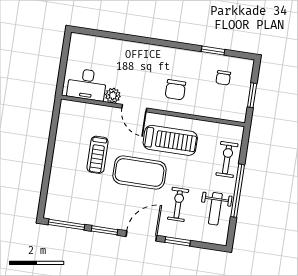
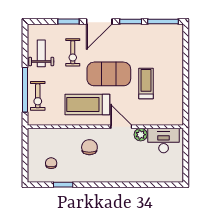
window: (252, 95) -> (25, 152), removed
window: (238, 191) -> (25, 90), moved

